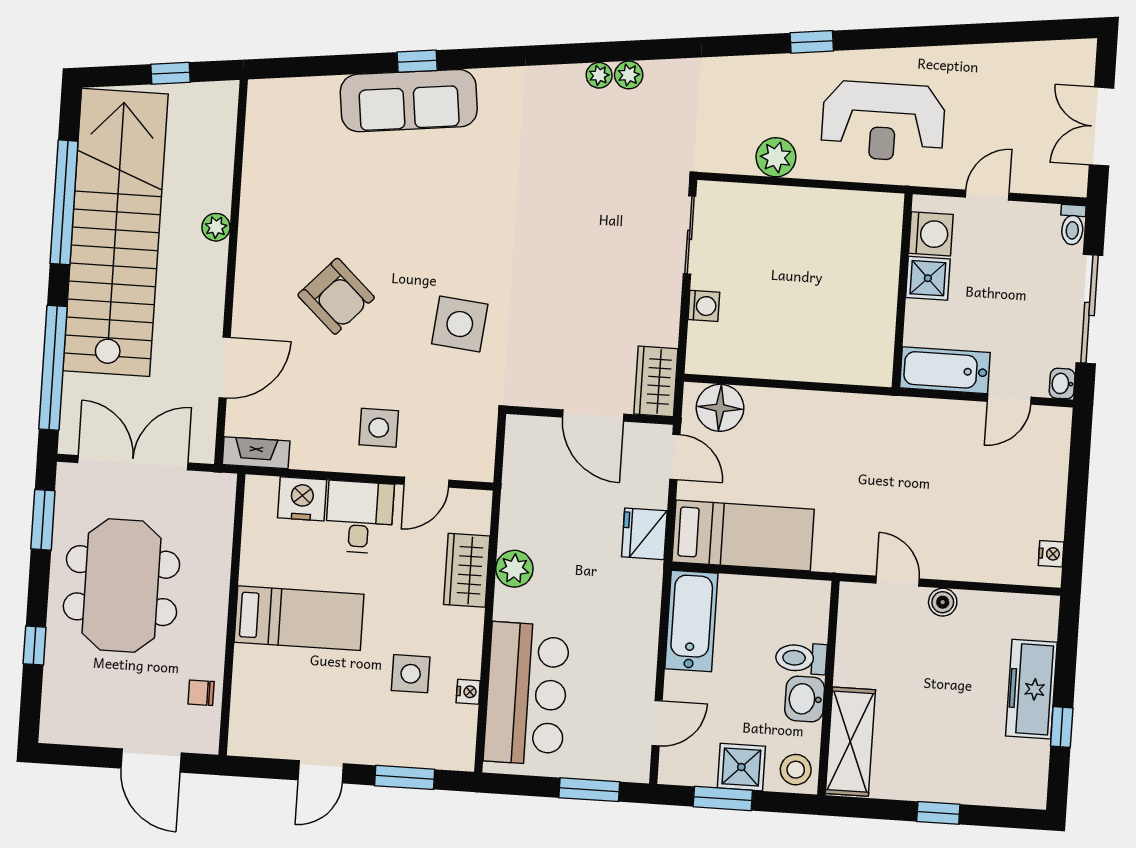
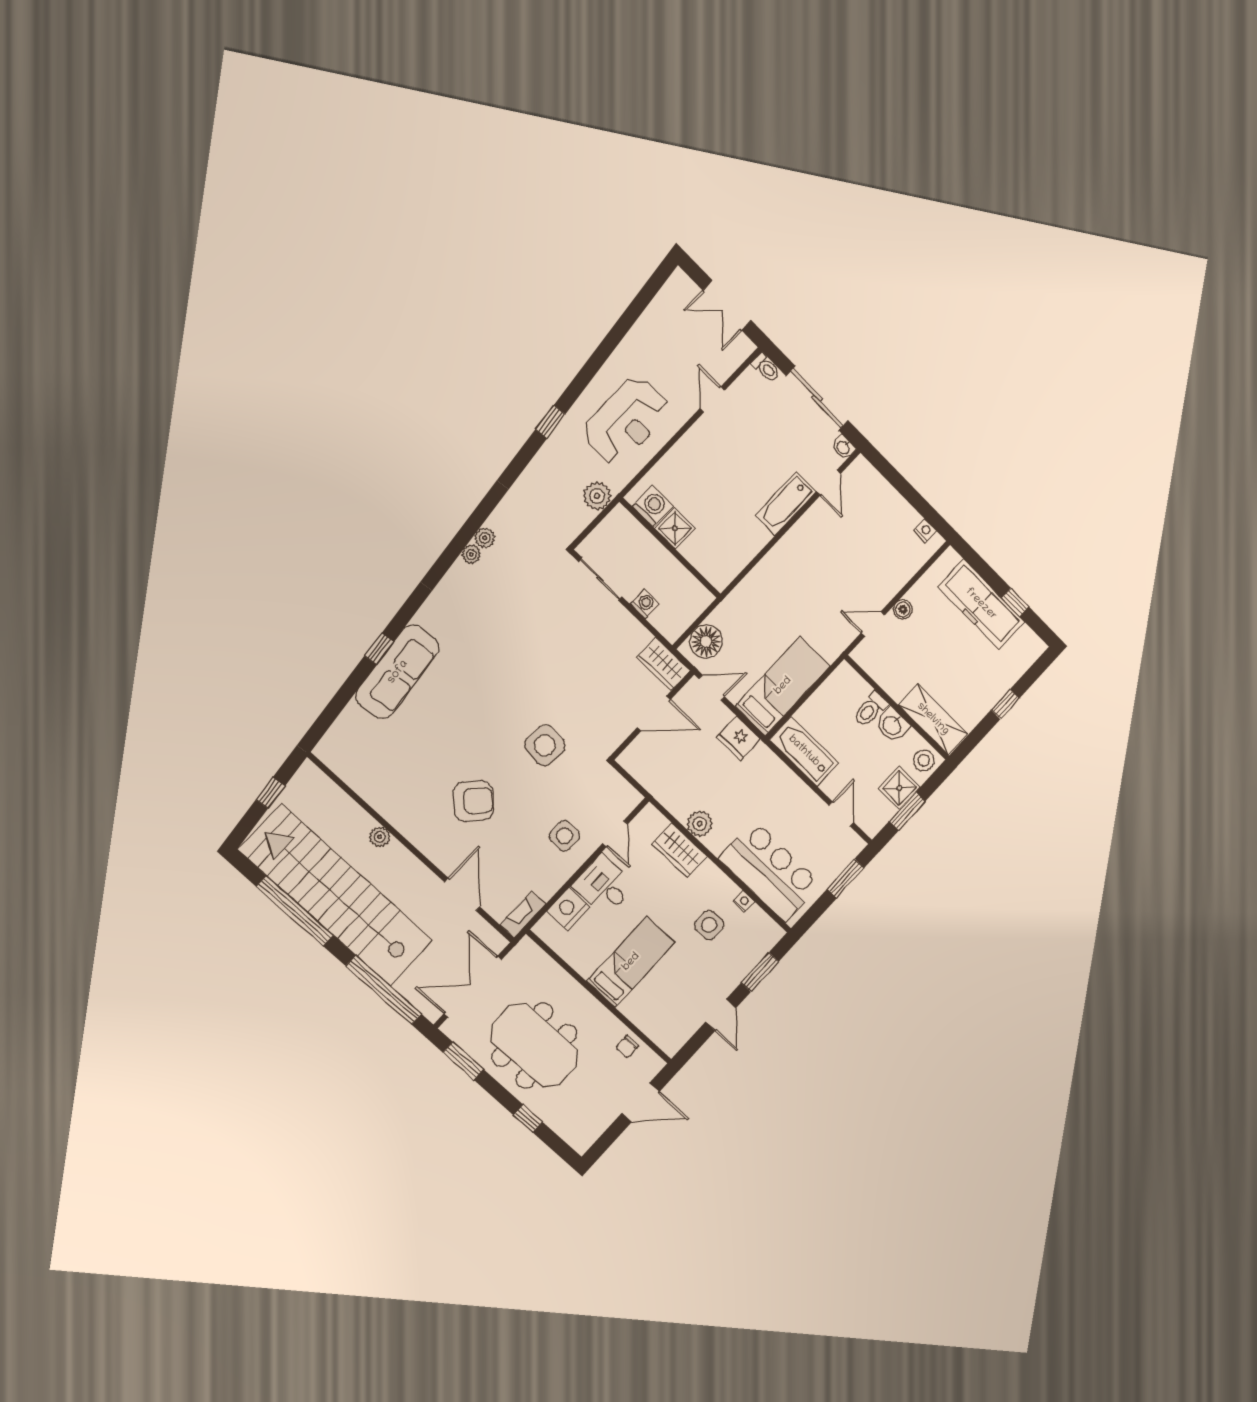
washing machine: (931, 234) -> (653, 506), moved
shower: (928, 278) -> (675, 528), moved
wall: (902, 291) -> (670, 548), moved
freezer: (1031, 689) -> (981, 604), width x1.36, depth x1.26

